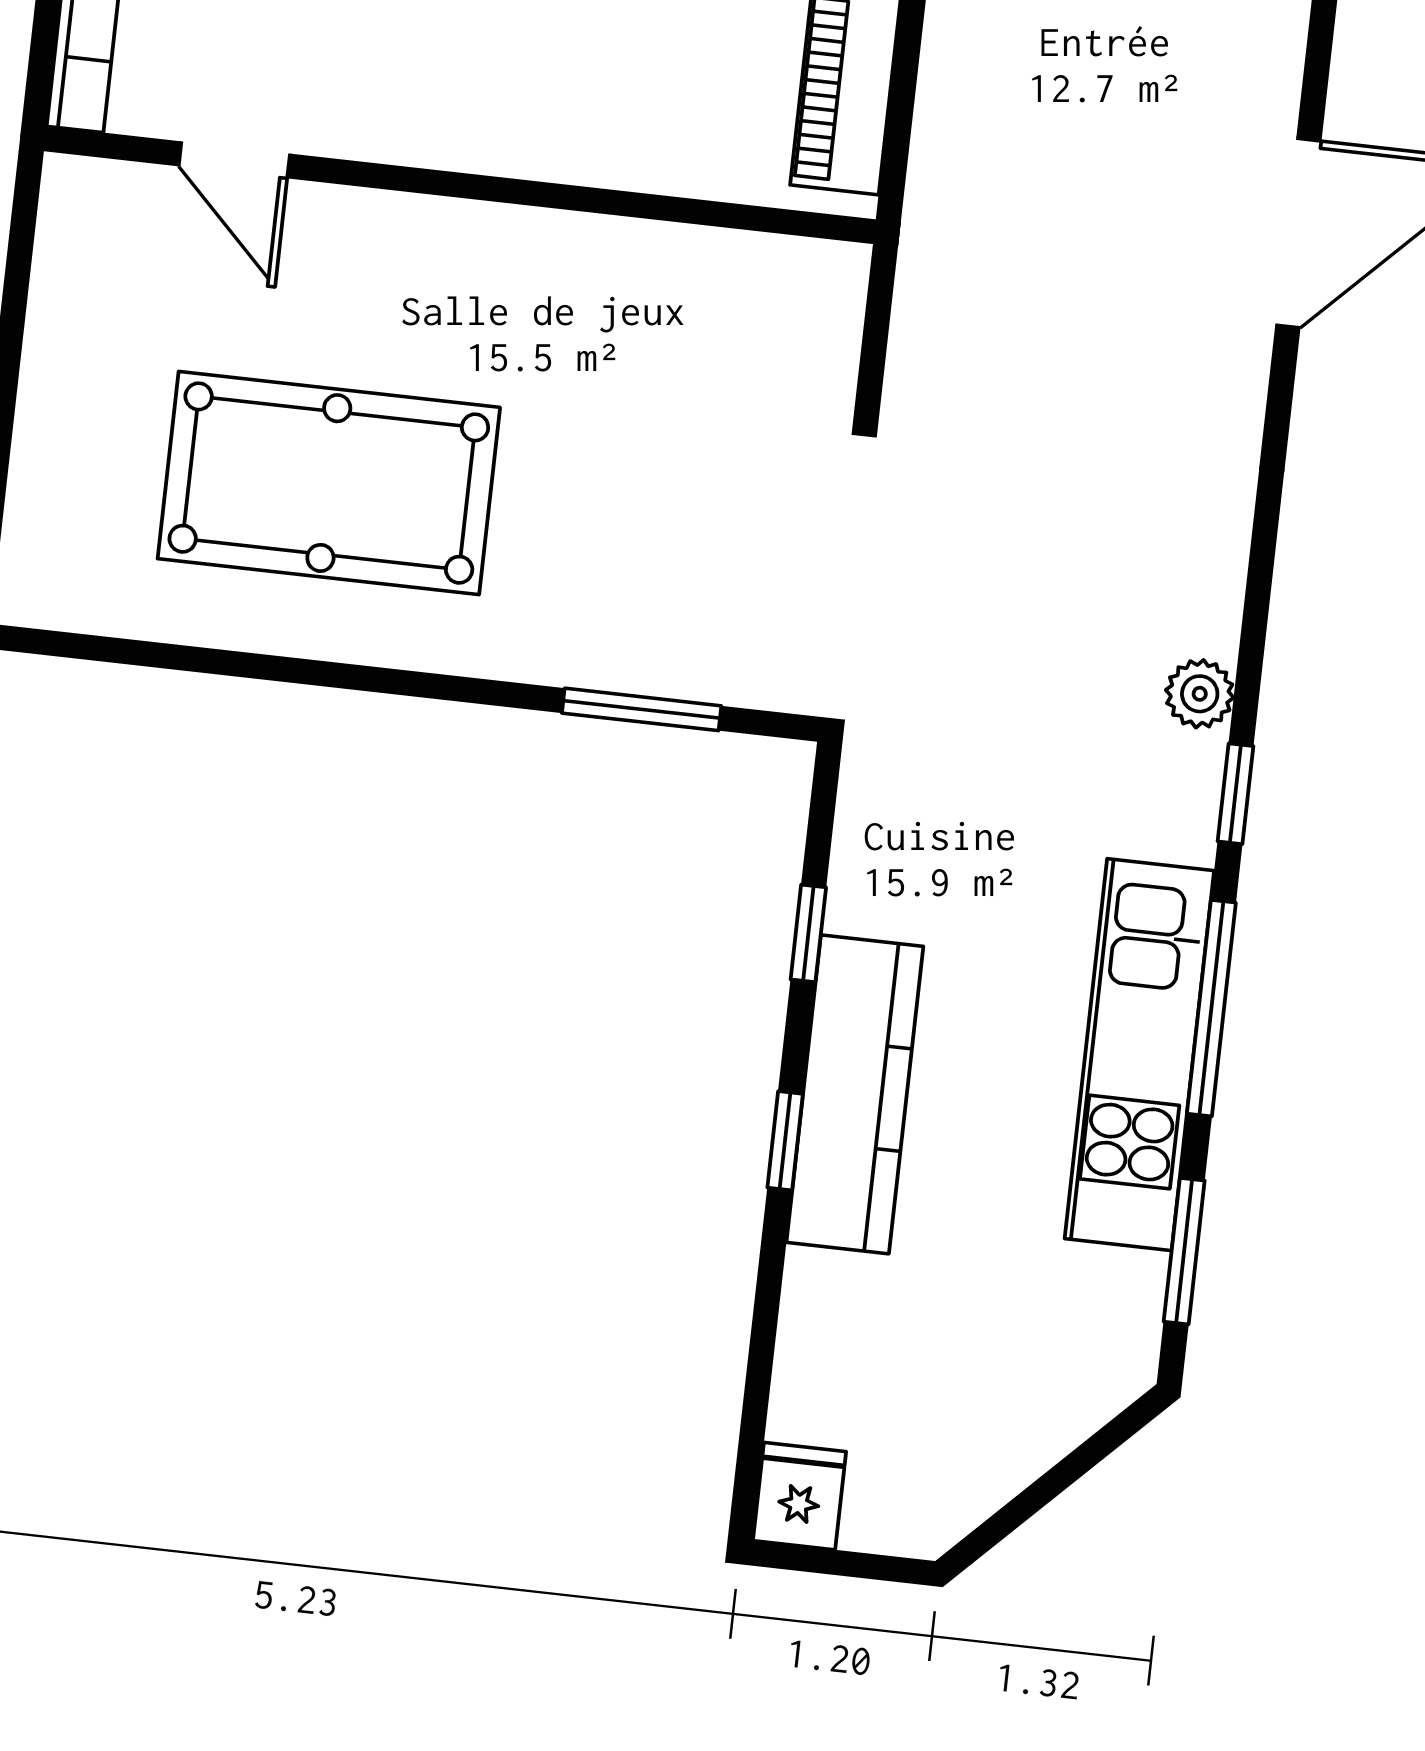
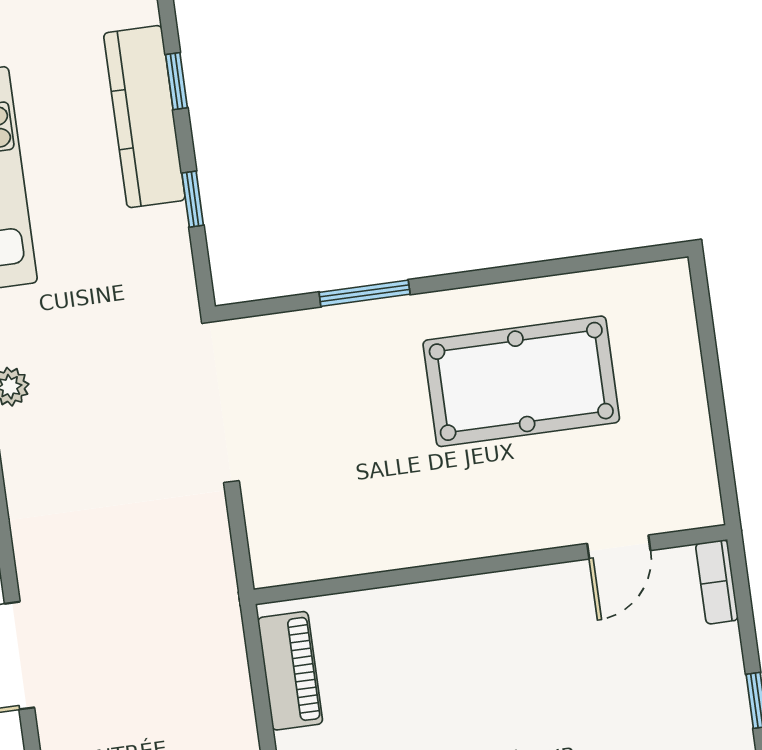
door: (234, 160) -> (619, 547), swing flipped
window: (642, 709) -> (365, 293), moved

